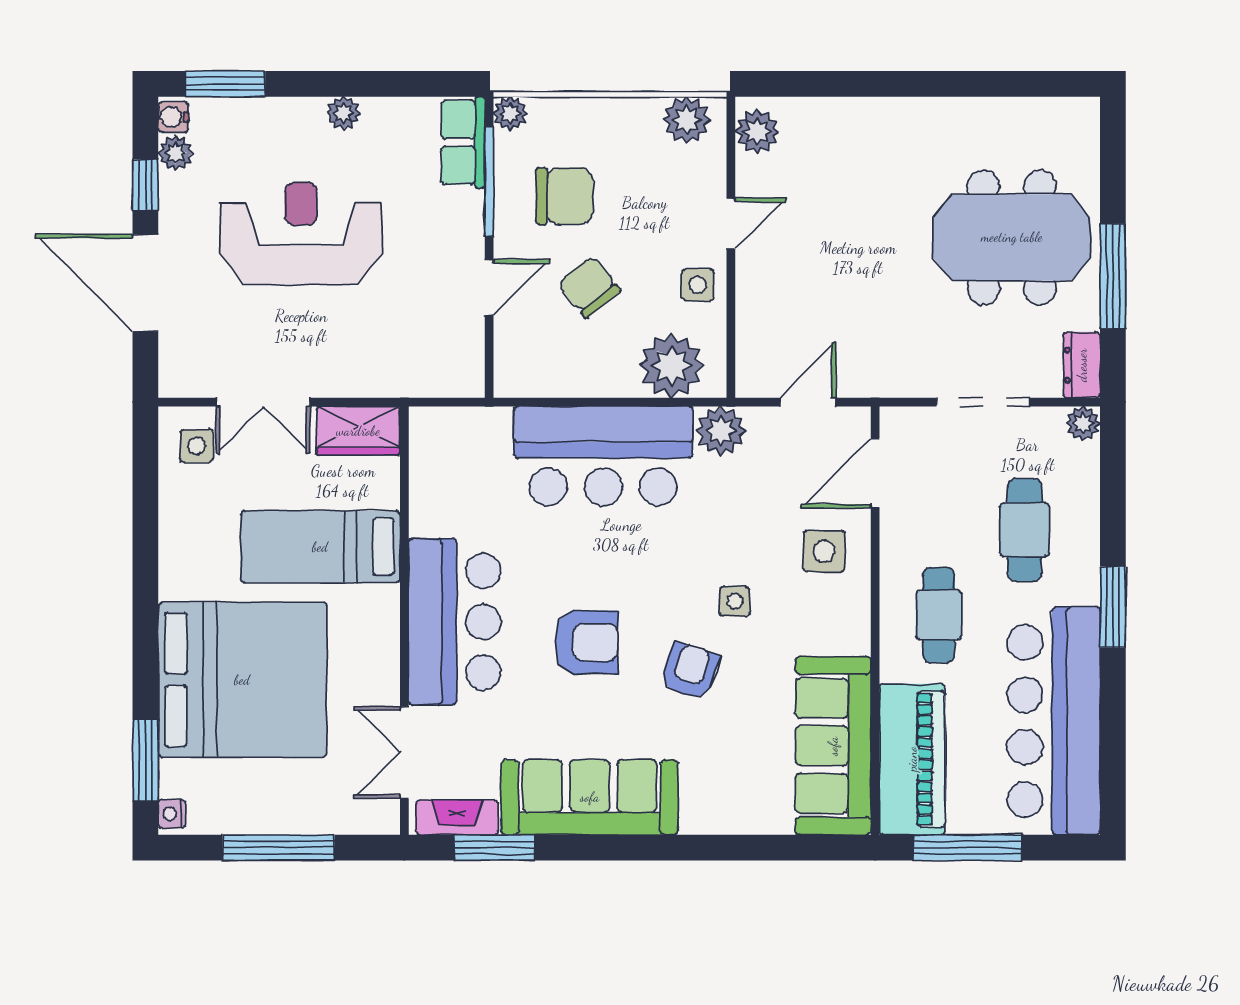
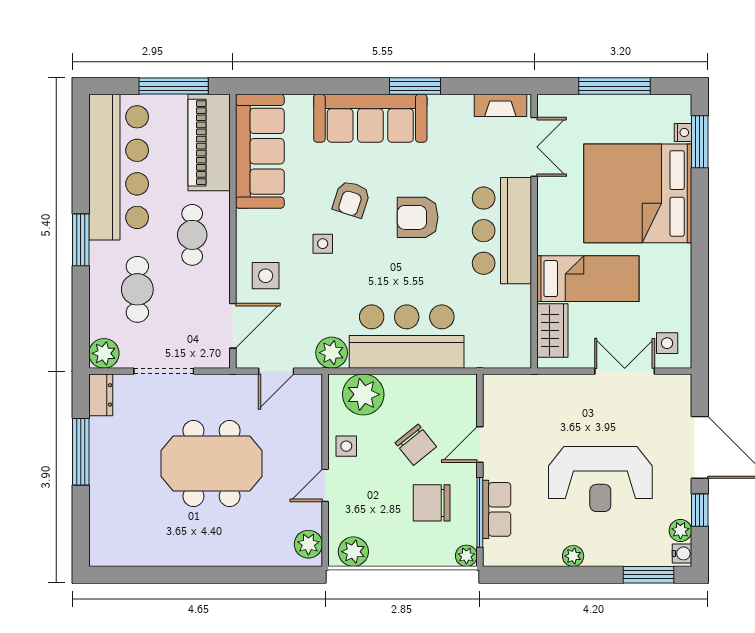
row of seats: (463, 142) -> (497, 509), moved
meeting table: (1012, 237) -> (212, 463), moved
plant: (1083, 423) -> (104, 353), width x1.38, depth x1.38
wardrobe: (358, 431) -> (552, 330), moved, turned 90
sofa: (590, 797) -> (370, 118), moved
nightstand: (172, 814) -> (683, 132), moved
window: (494, 848) -> (415, 86), moved

